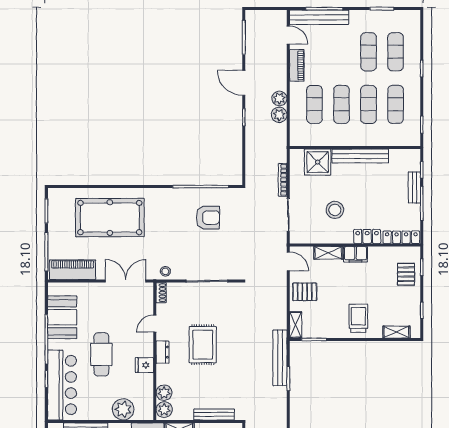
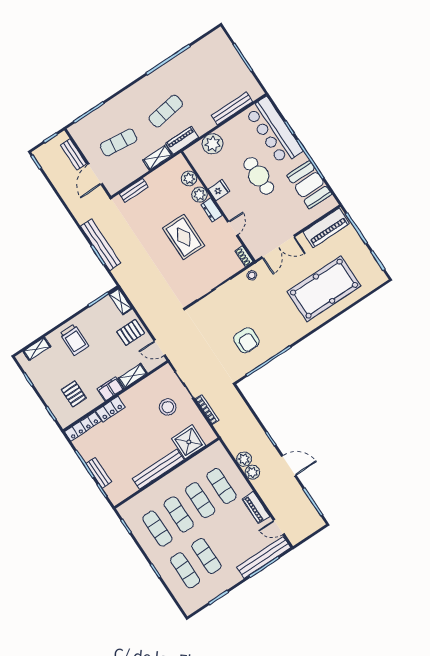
stool: (335, 210) -> (168, 407), moved
armchair: (208, 218) -> (246, 340), turned -90
pallet: (406, 274) -> (74, 394), moved
bench: (280, 358) -> (101, 245), moved
plant: (164, 410) -> (200, 195), moved
bench: (214, 414) -> (134, 190), width x0.73

